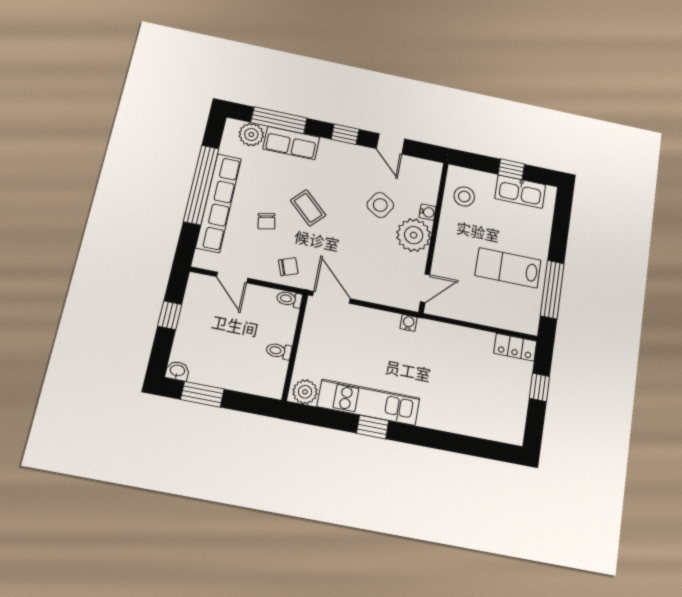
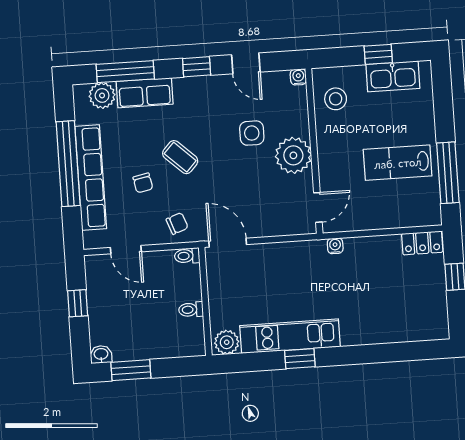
side table: (380, 205) -> (252, 133), turned -32
water cooler: (428, 212) -> (298, 77), moved, turned -90
water cooler: (409, 323) -> (335, 246), moved

